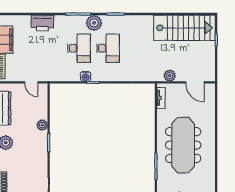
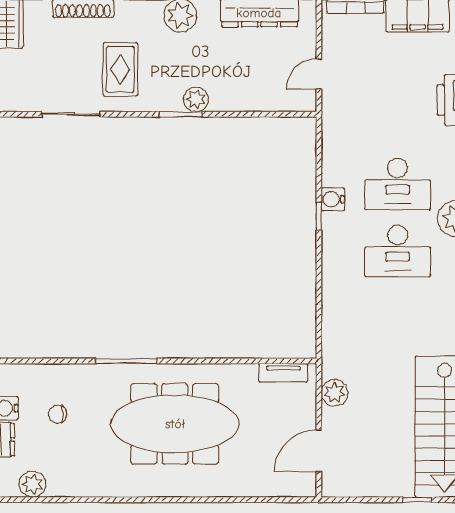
plant: (42, 125) -> (196, 99), moved
rug: (29, 169) -> (120, 69), added

